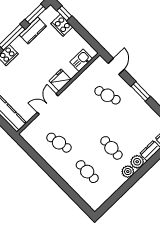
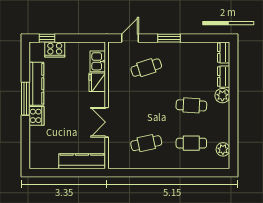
window: (35, 14) -> (25, 62), removed
kitchen counter: (33, 30) -> (36, 84), width x1.50
door: (116, 66) -> (130, 38), hinge flipped
fridge: (60, 80) -> (97, 82), moved
plant: (128, 172) -> (223, 149), moved

